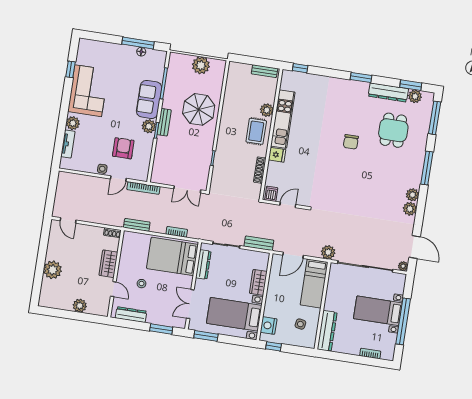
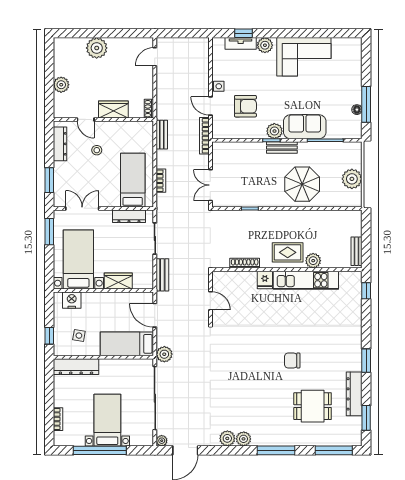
window: (71, 69) -> (243, 33), moved
plant: (415, 96) -> (354, 425), removed
dishwasher: (271, 194) -> (220, 280), removed
bed: (172, 256) -> (133, 180), width x0.67
door: (113, 289) -> (86, 119), hinge flipped
window: (273, 346) -> (49, 336), moved

